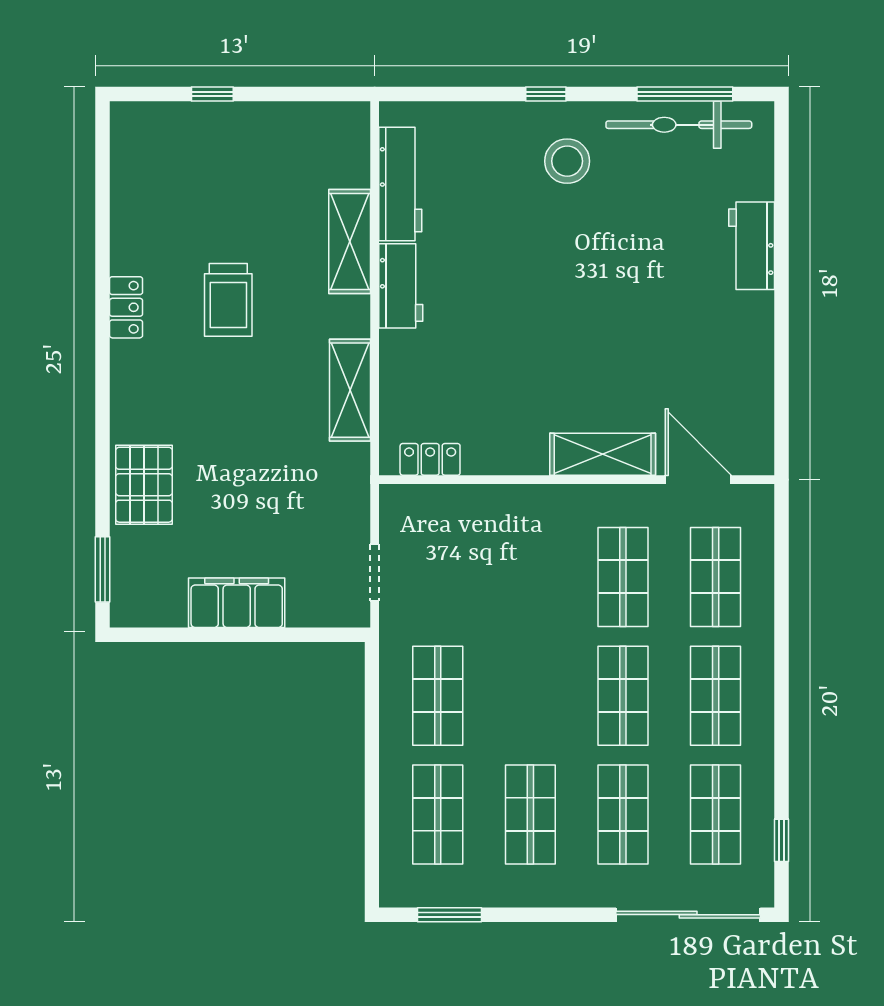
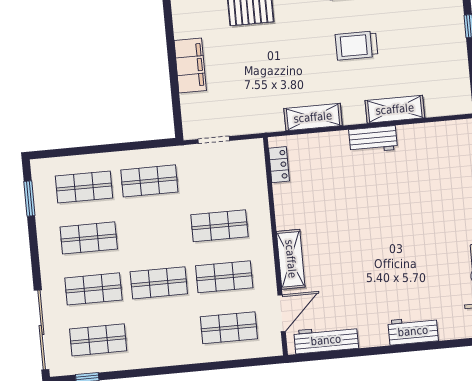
stool: (567, 161) -> (450, 225), removed
workbench: (400, 184) -> (326, 340), moved, turned 180
shop shelf: (716, 696) -> (219, 226), moved

